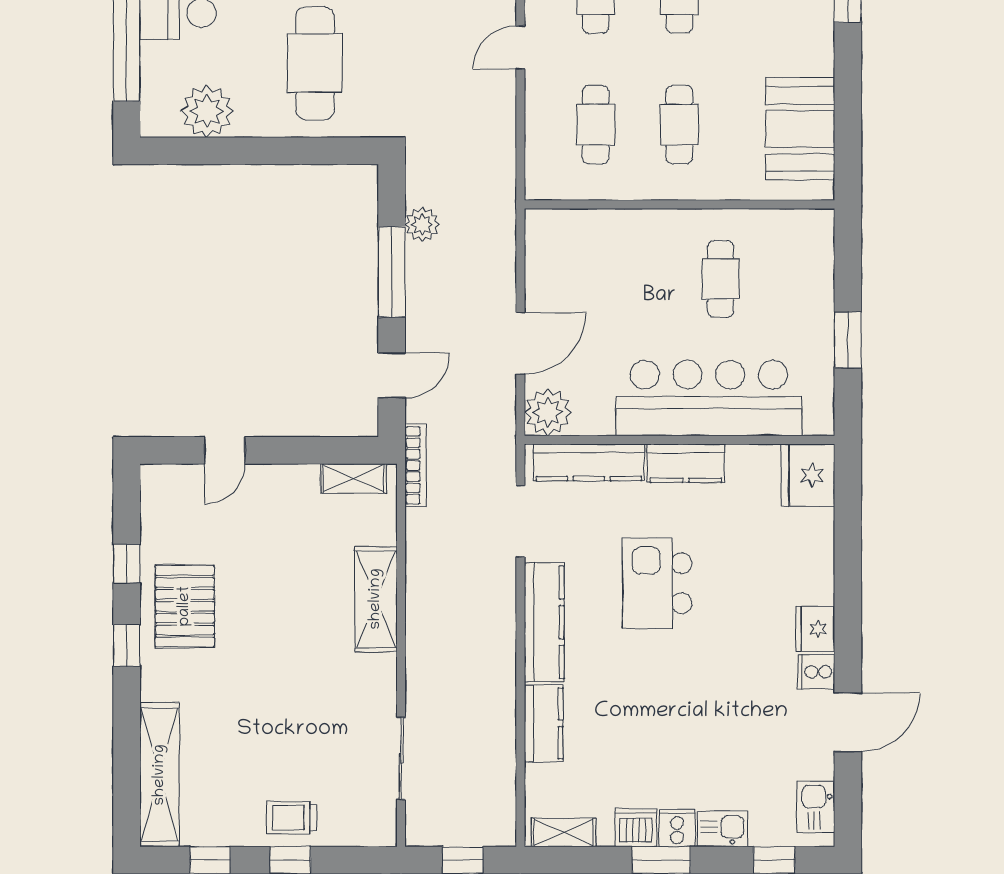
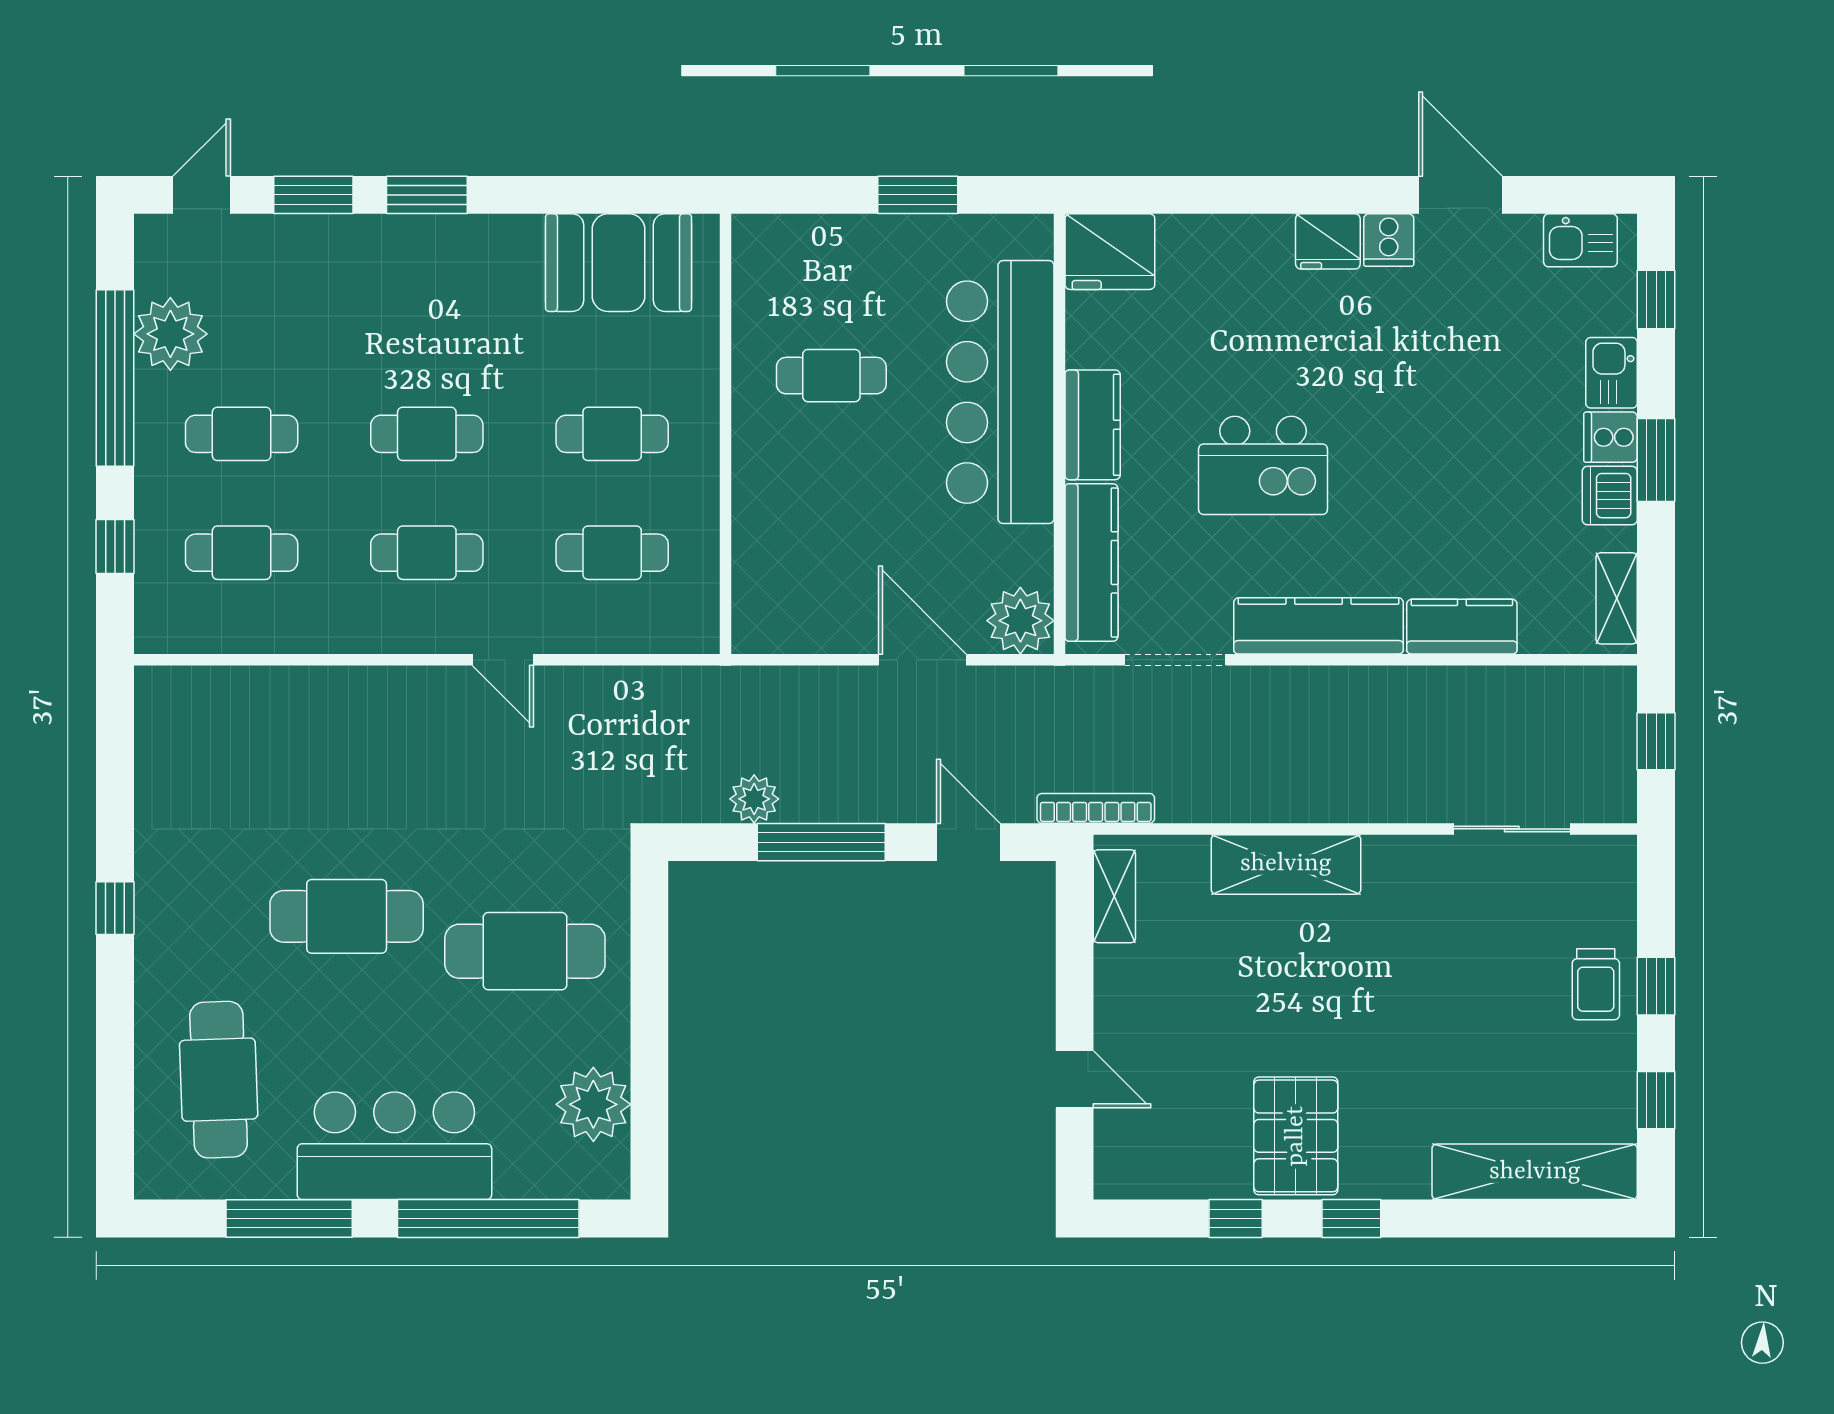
pallet: (185, 606) -> (1296, 1136), turned 90

